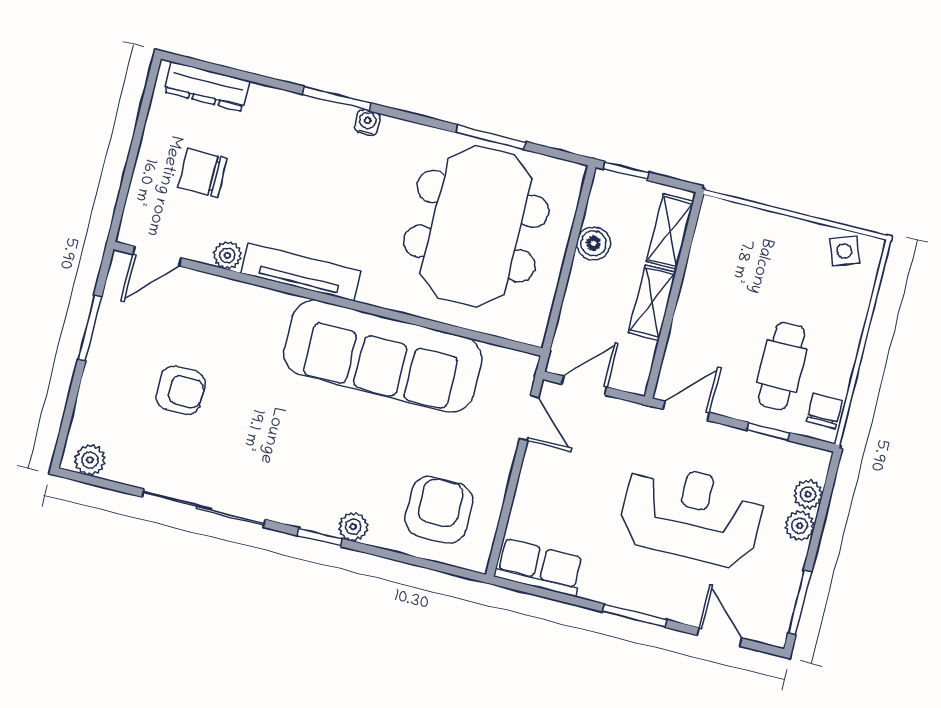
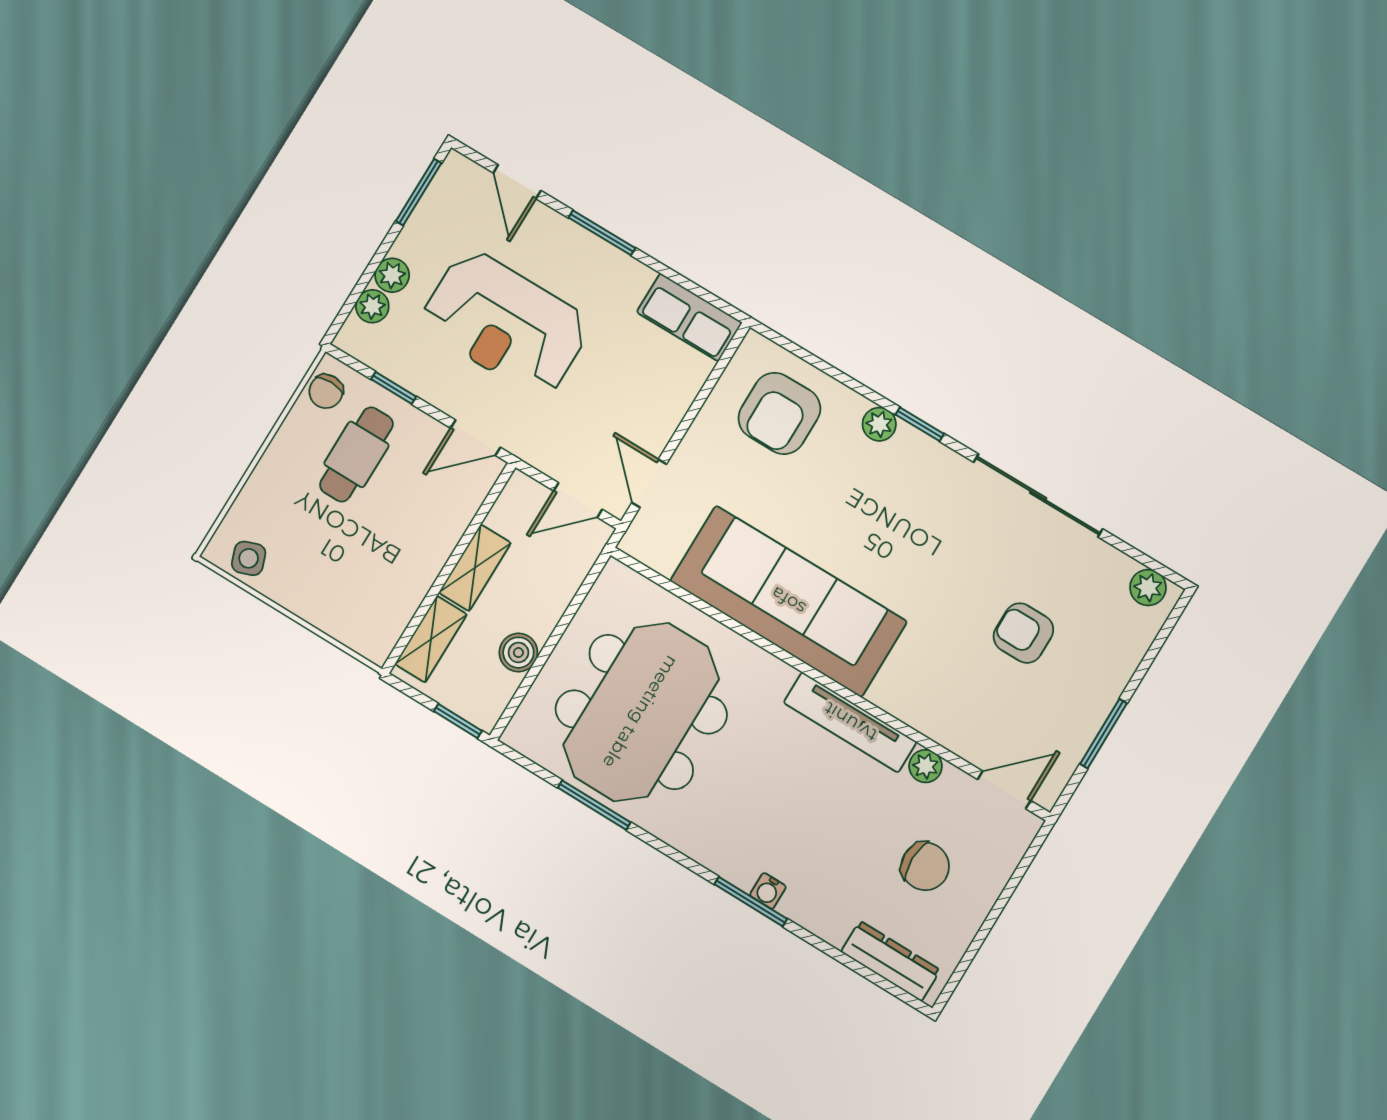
water cooler: (367, 122) -> (768, 891), moved

